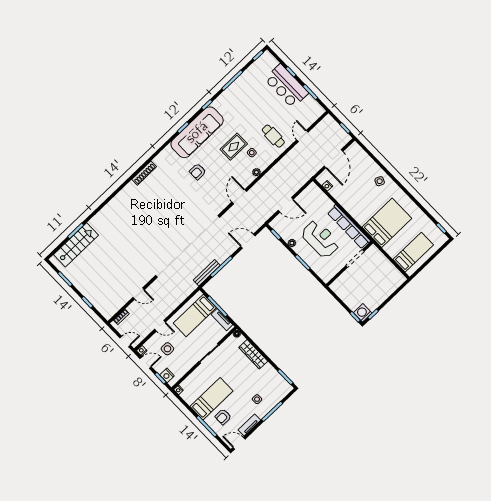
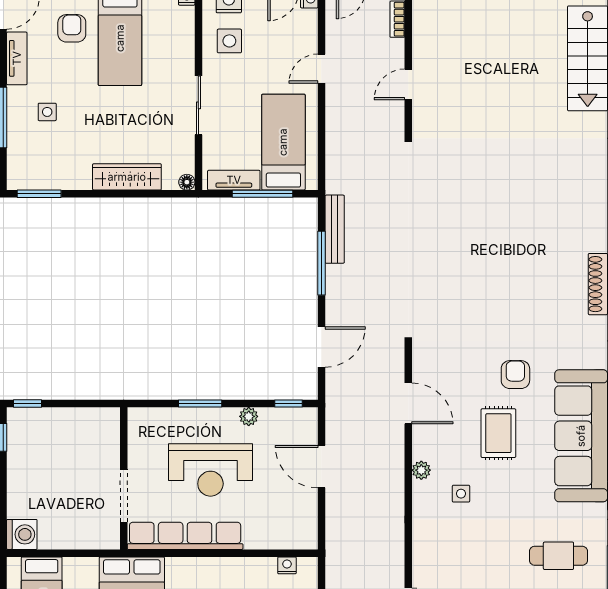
cafe table: (273, 136) -> (558, 556), moved
rug: (234, 147) -> (498, 433), moved
door: (286, 205) -> (321, 467), hinge flipped
washing machine: (363, 313) -> (22, 534), moved
side table: (167, 349) -> (229, 41), moved

